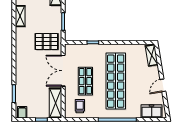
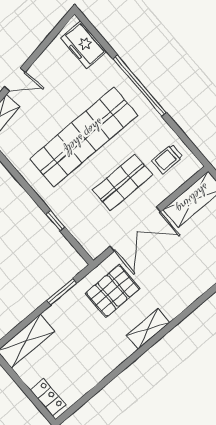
shelving: (20, 16) -> (148, 329), moved
pallet: (47, 41) -> (113, 291), turned 90
door: (163, 85) -> (15, 79), moved

